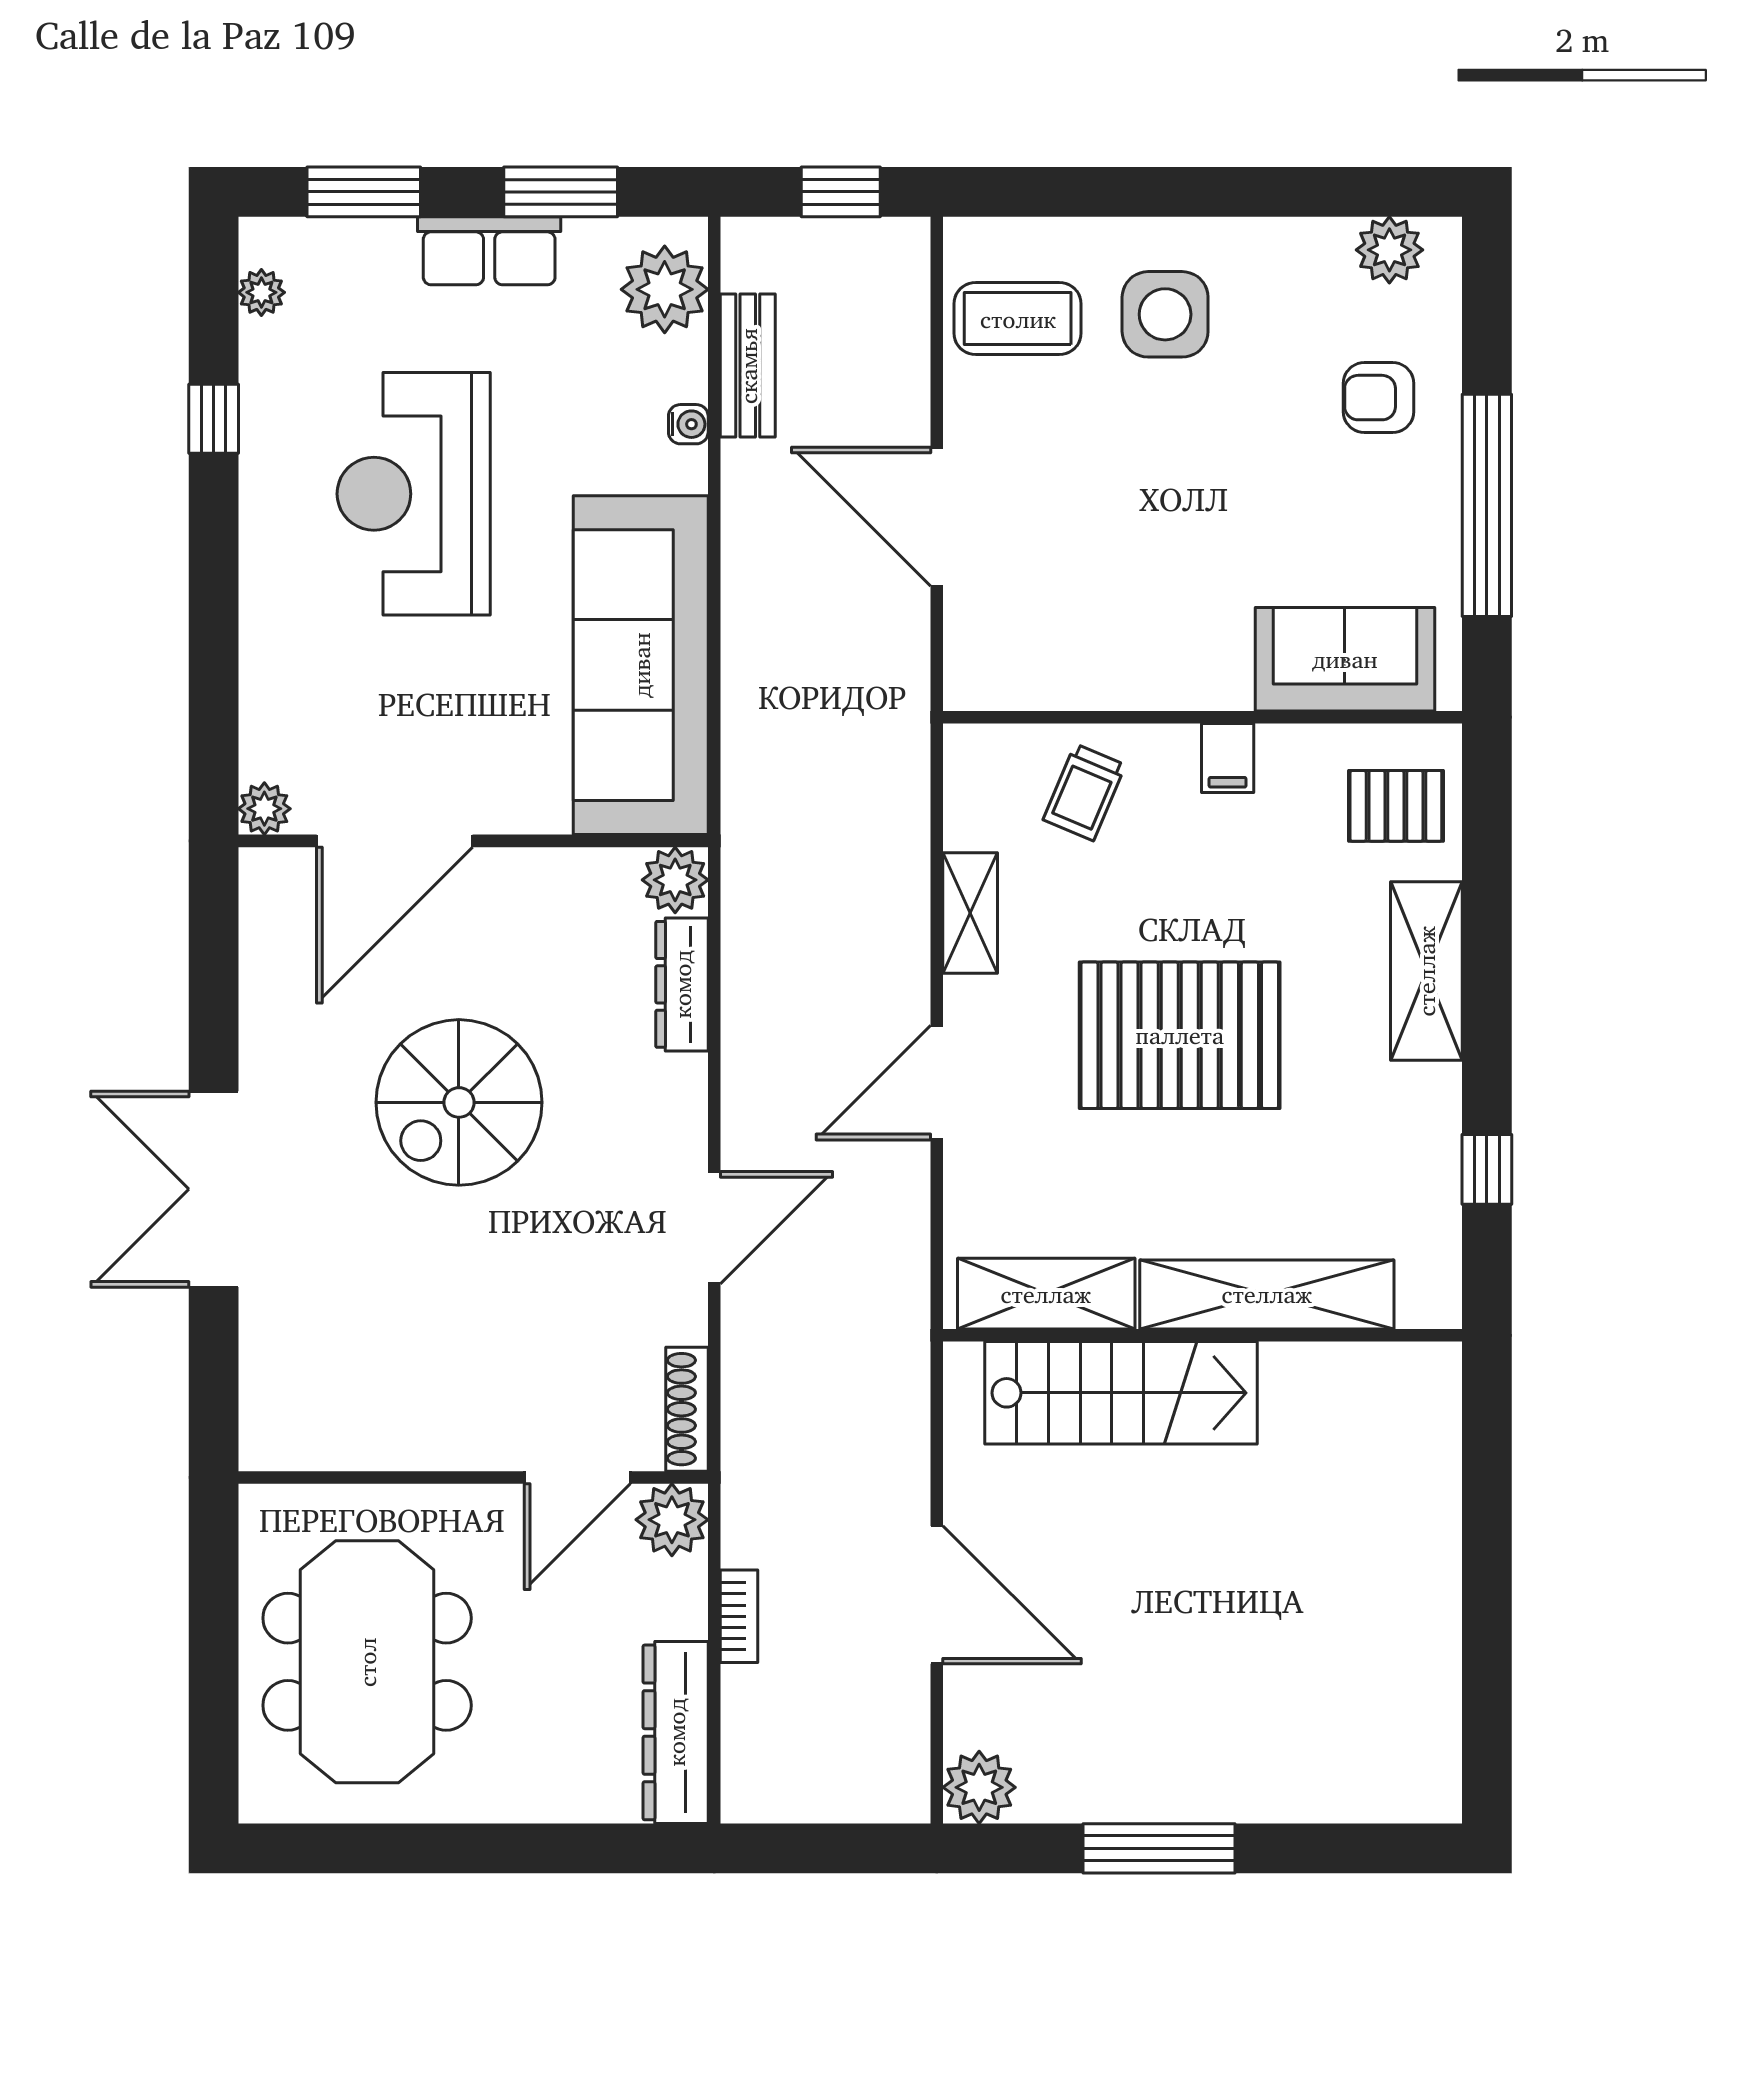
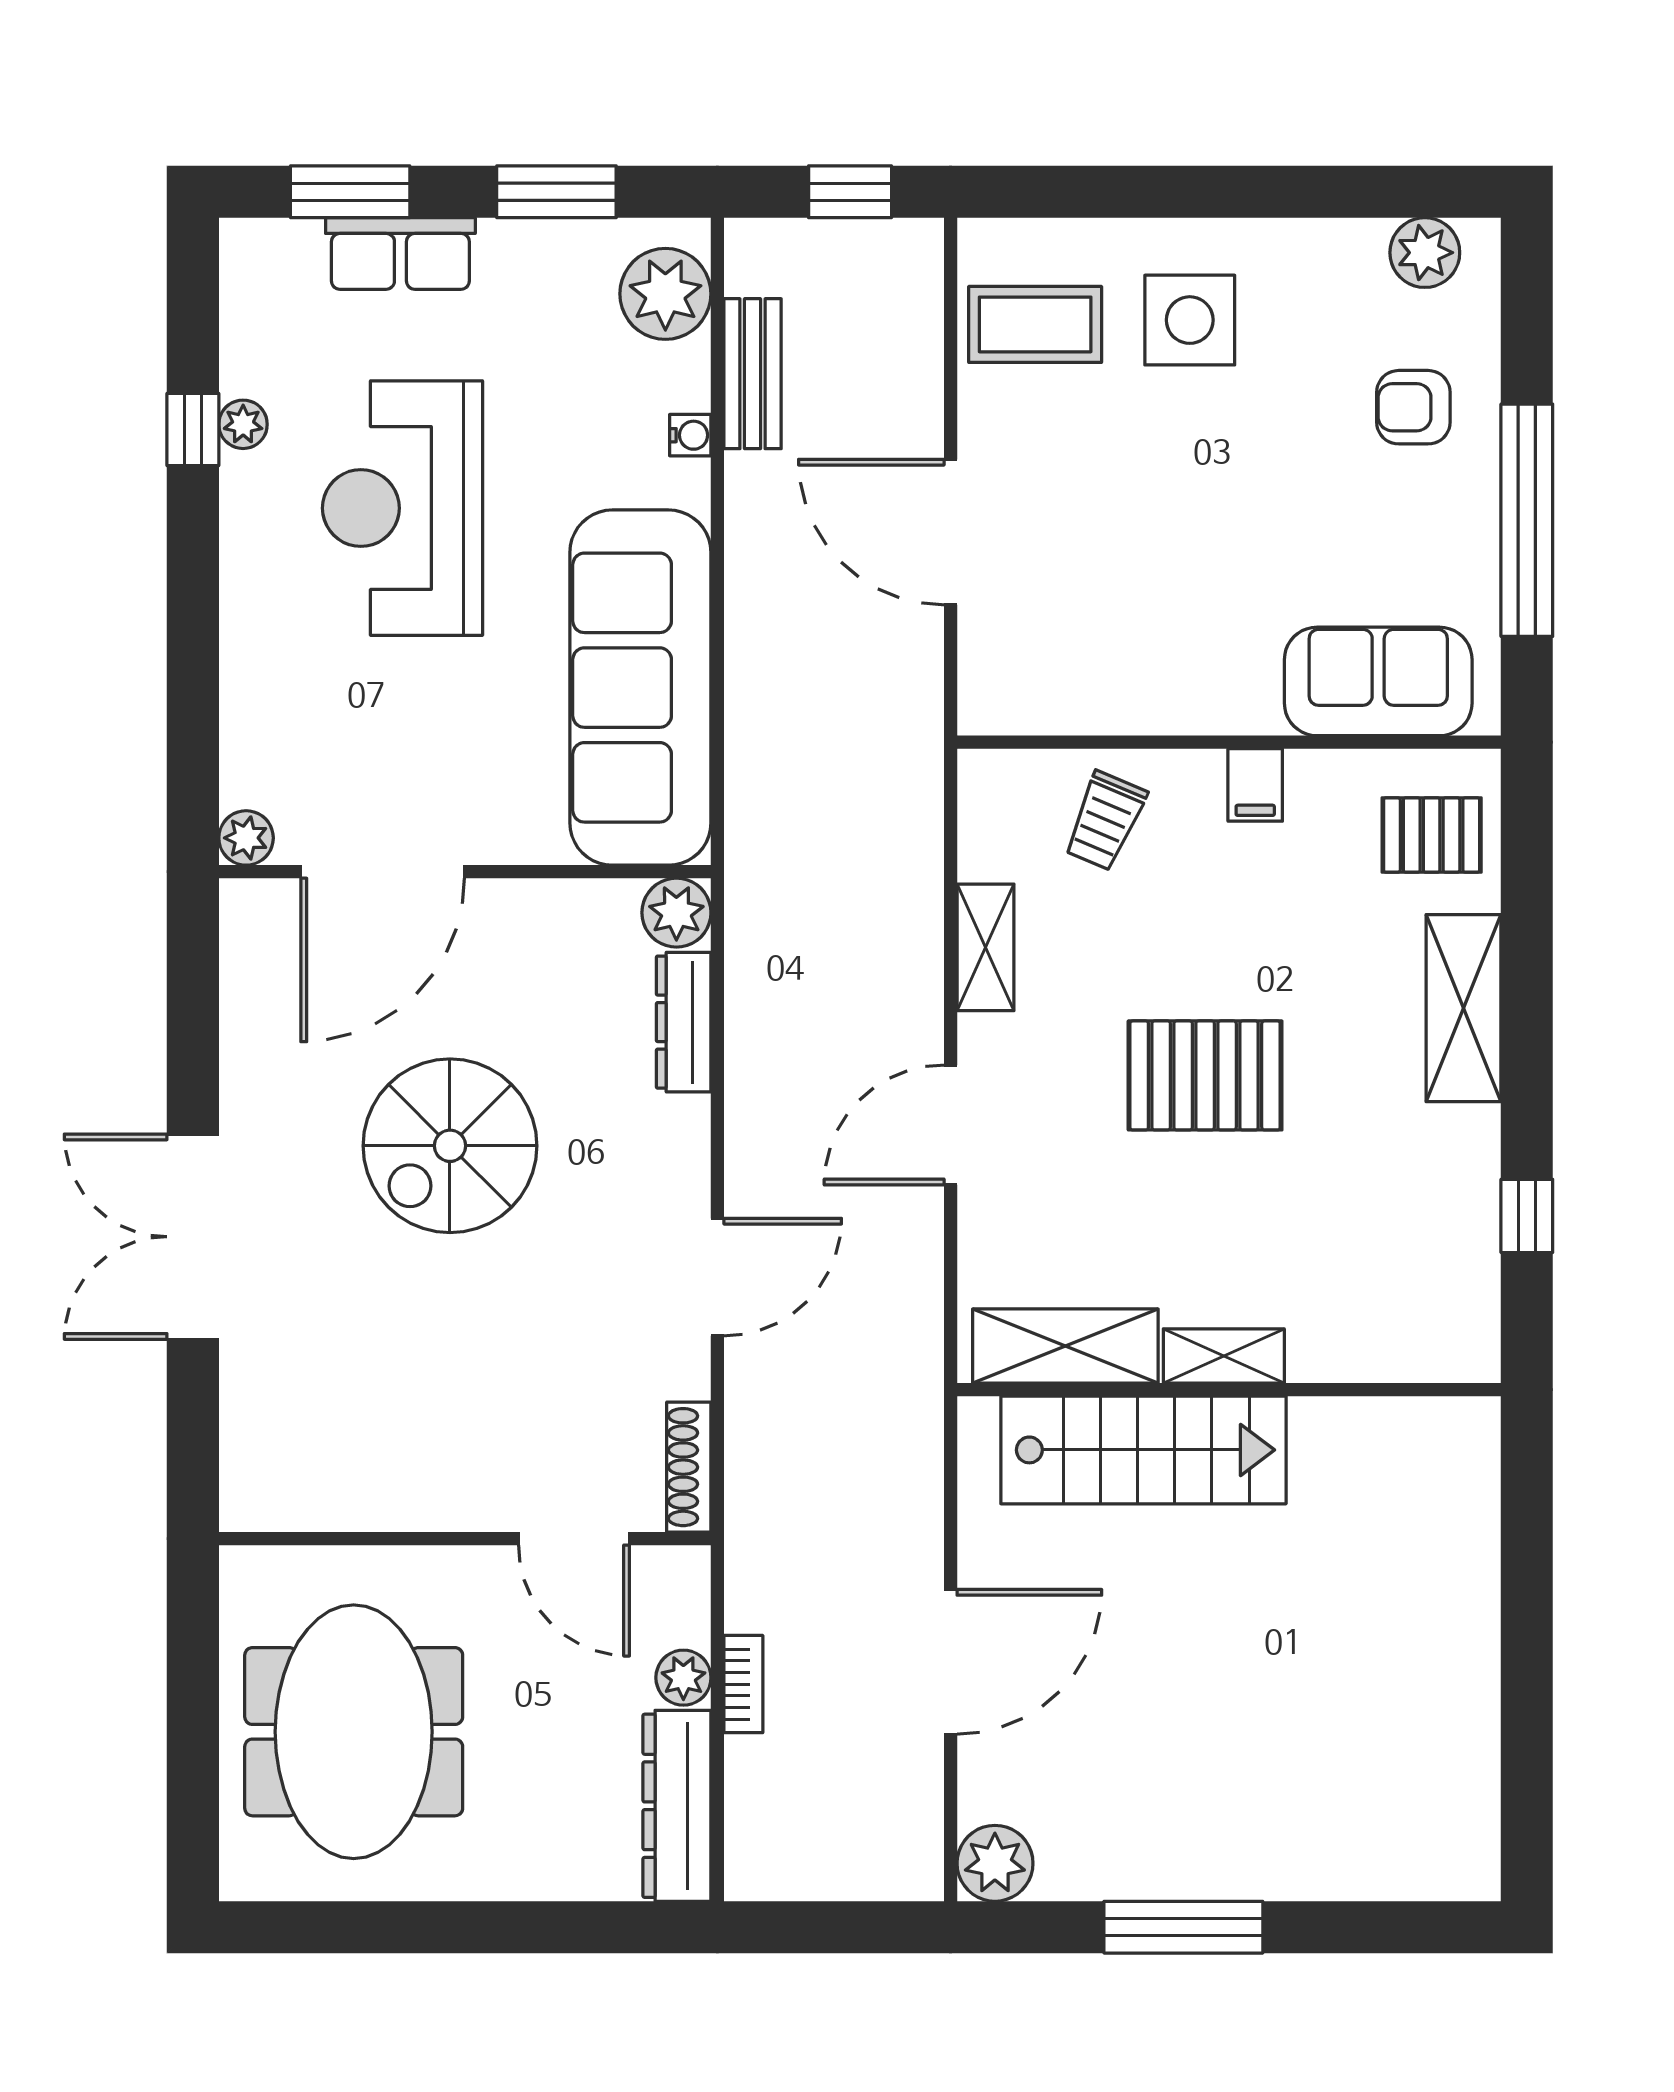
row of seats: (489, 251) -> (400, 253), moved
plant: (261, 292) -> (243, 424), moved
pallet: (1180, 1035) -> (1205, 1075), width x0.73, depth x0.71
shelving: (1267, 1294) -> (1224, 1356), width x0.45, depth x0.75
door: (577, 1477) -> (574, 1539), hinge flipped
plant: (672, 1520) -> (683, 1678), moved, width x0.73, depth x0.73
door: (937, 1595) -> (951, 1662), hinge flipped

